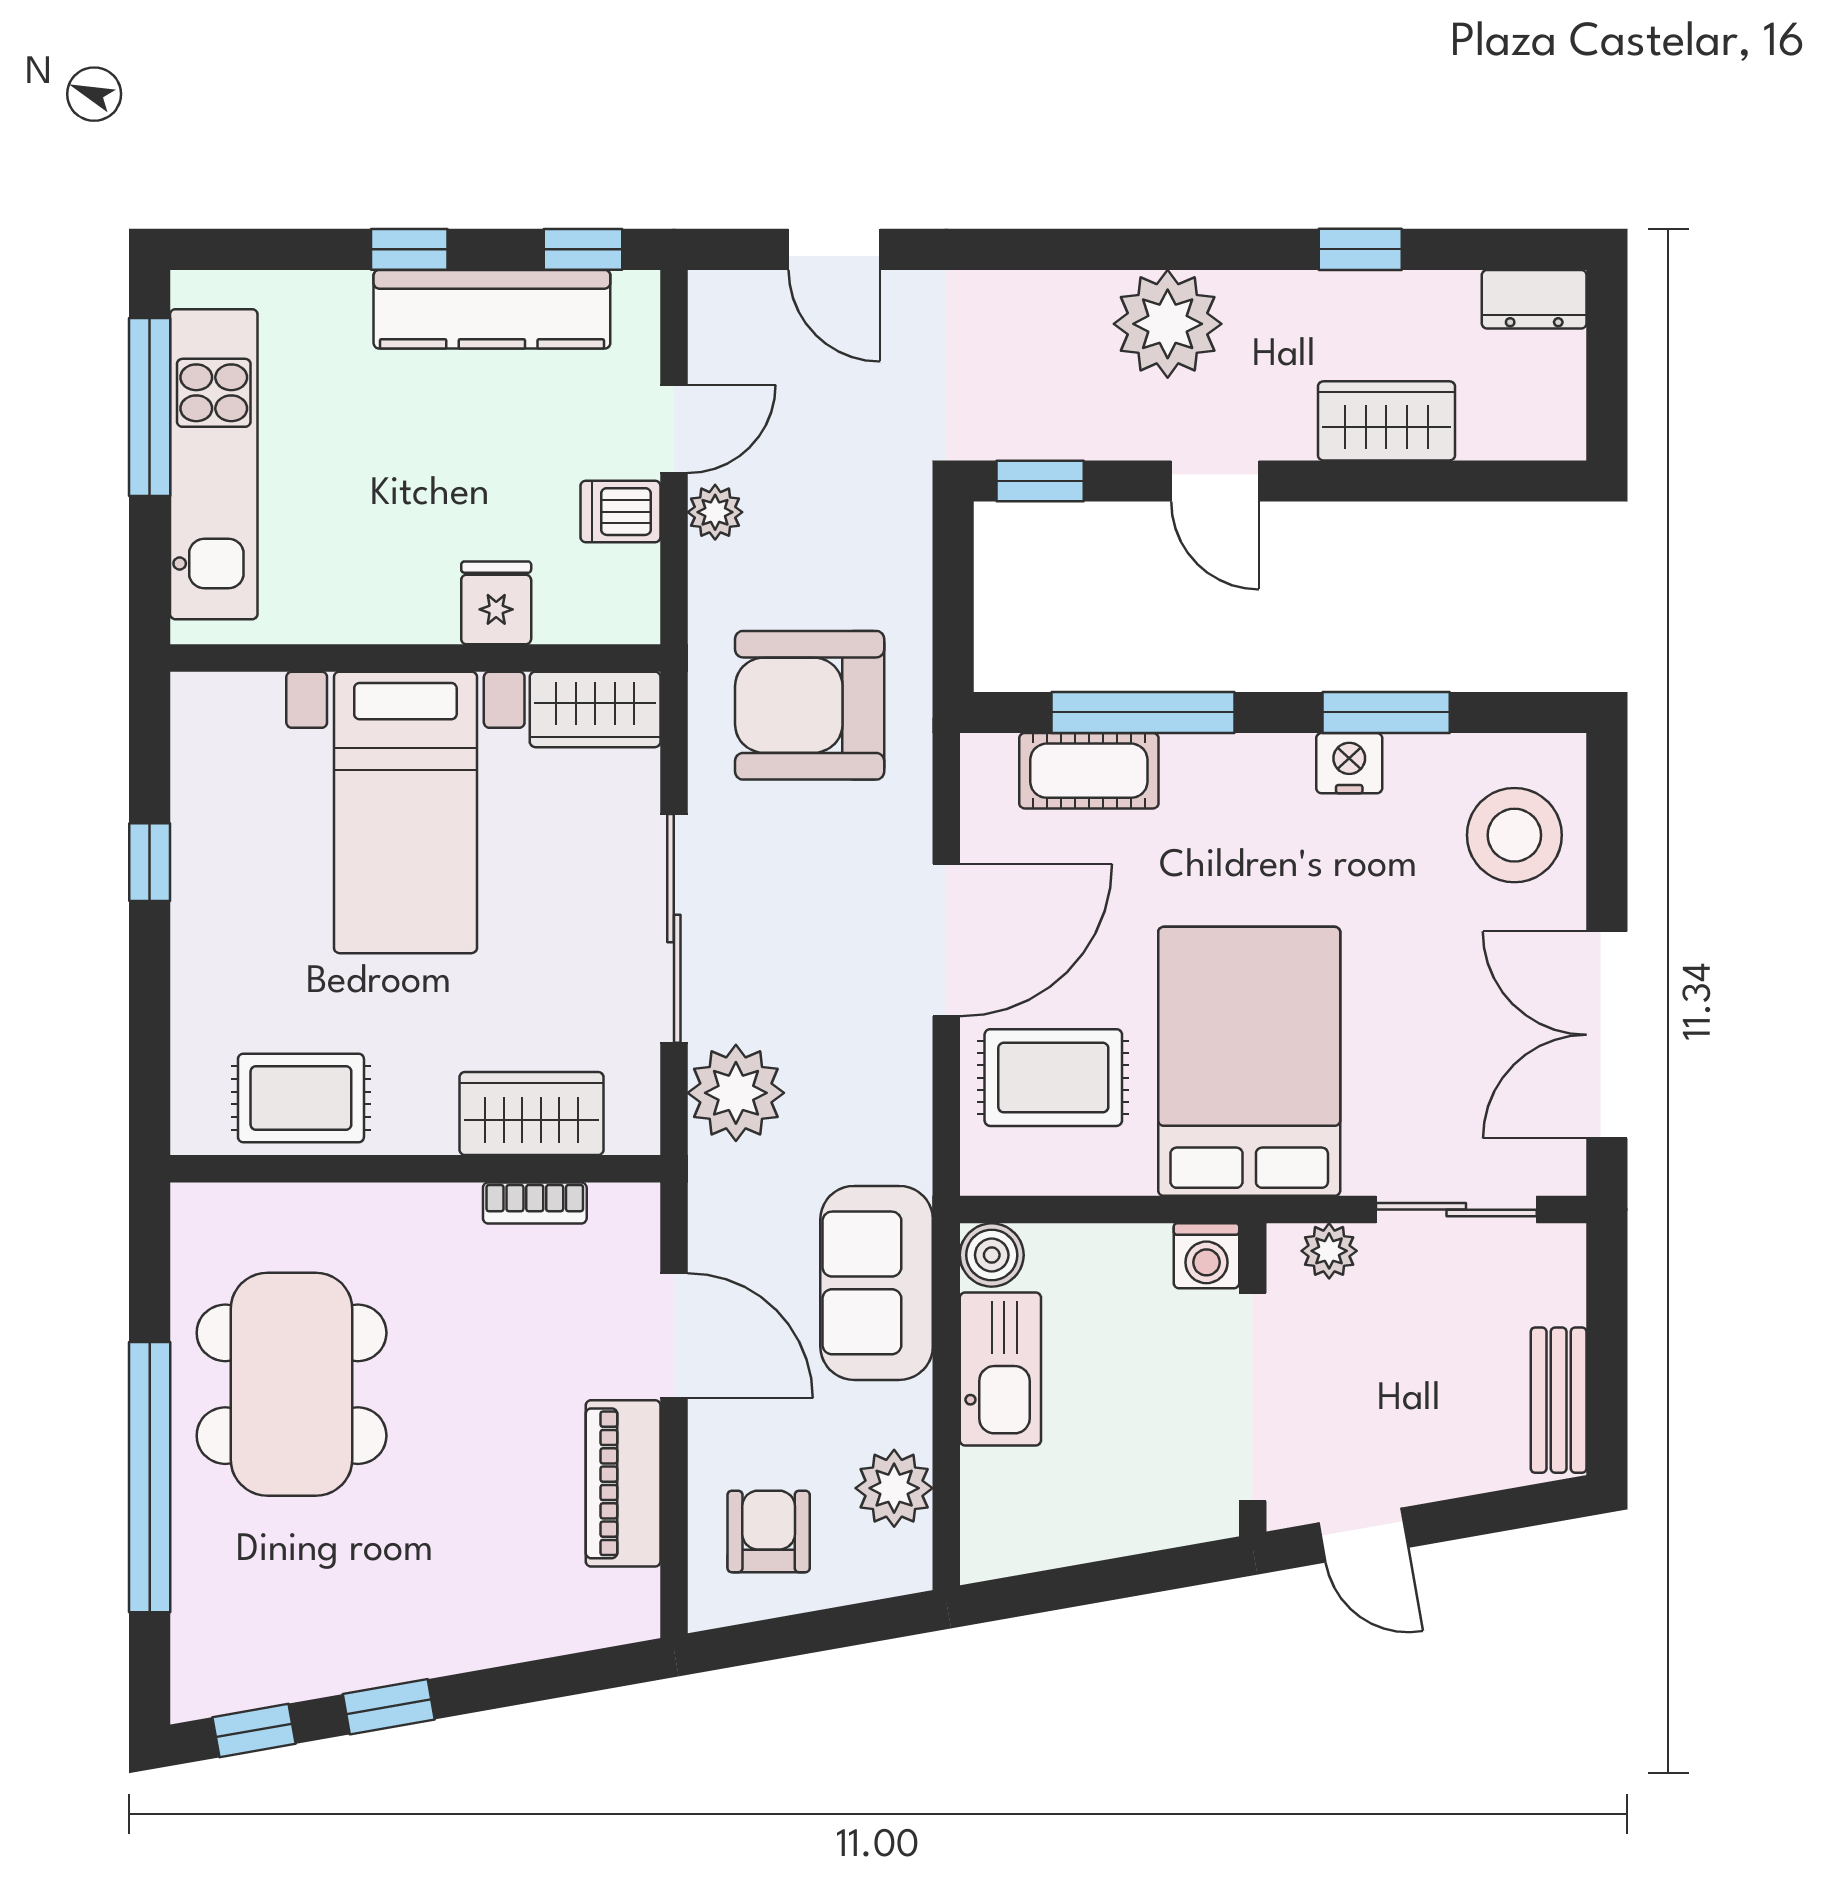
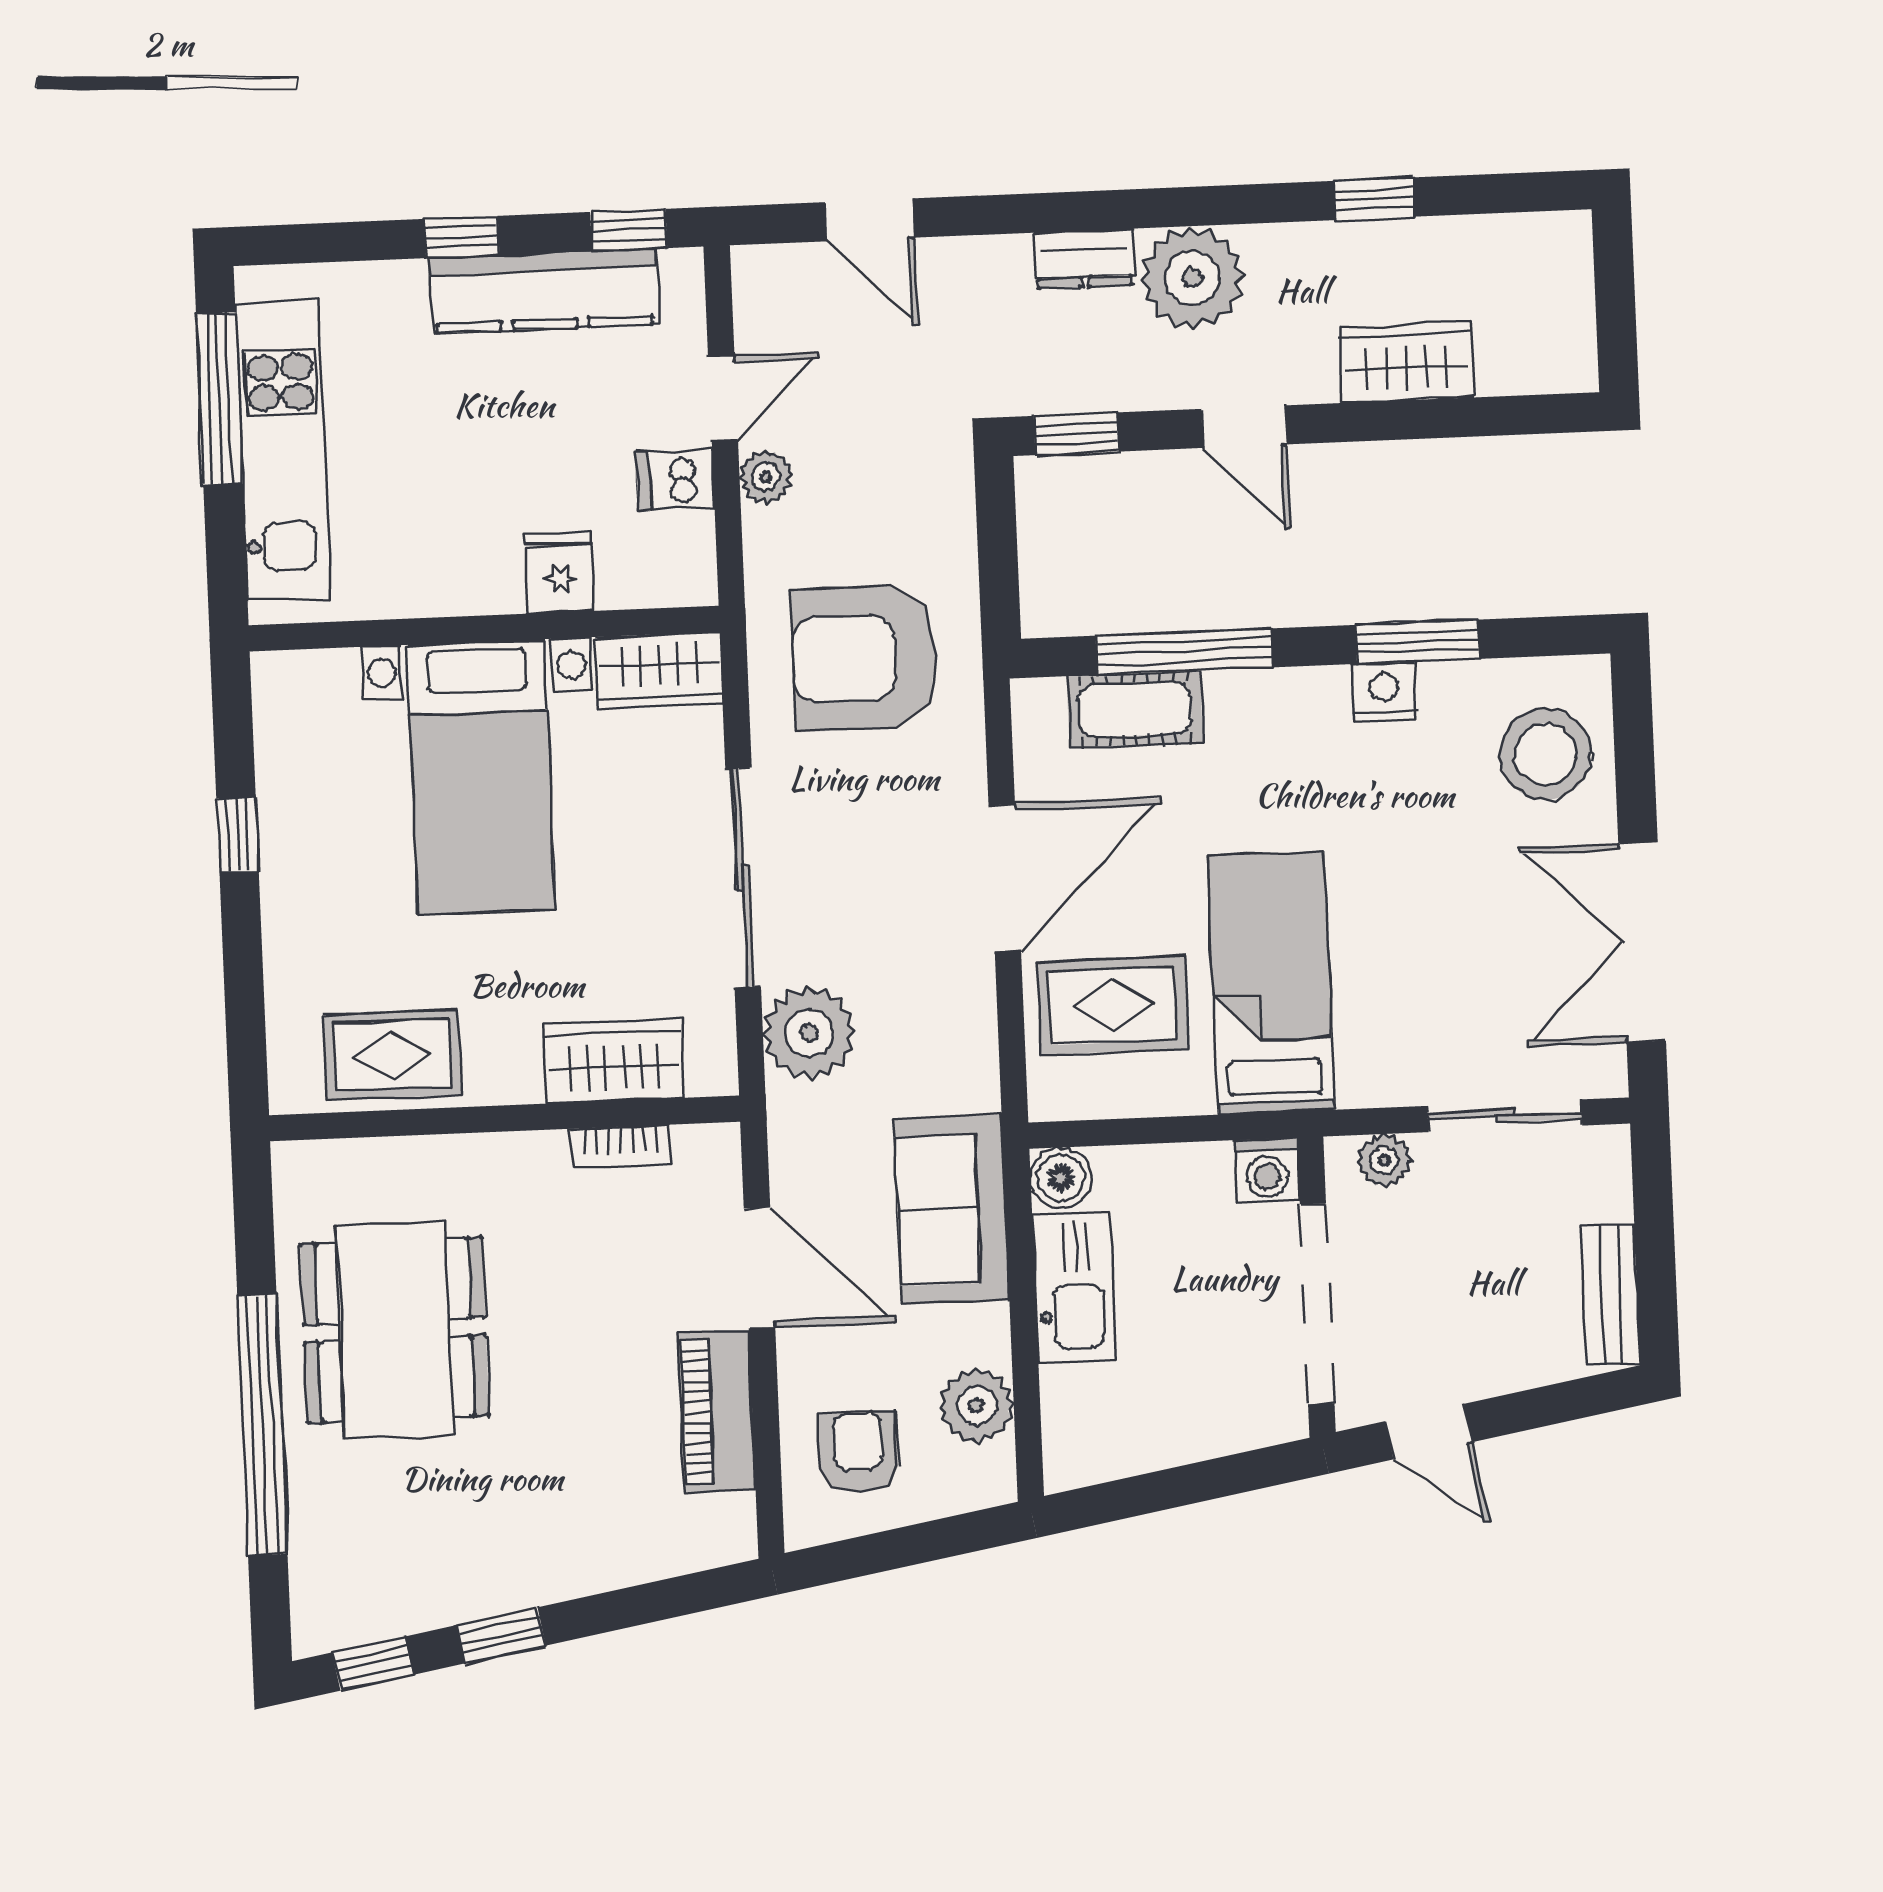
dresser: (1534, 299) -> (1084, 259), moved
bed: (1249, 1061) -> (1271, 983), width x0.67

